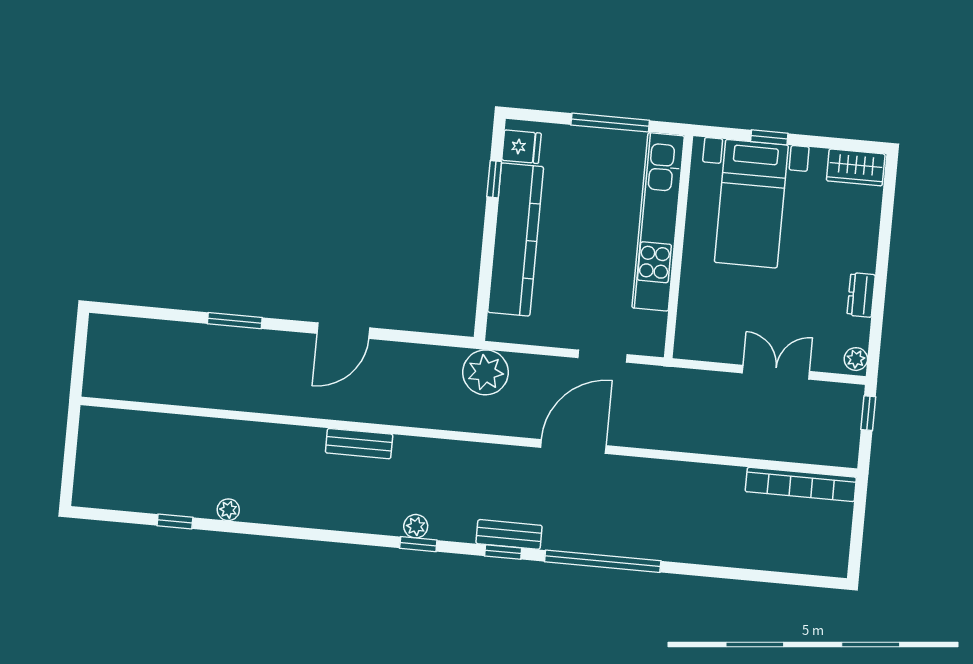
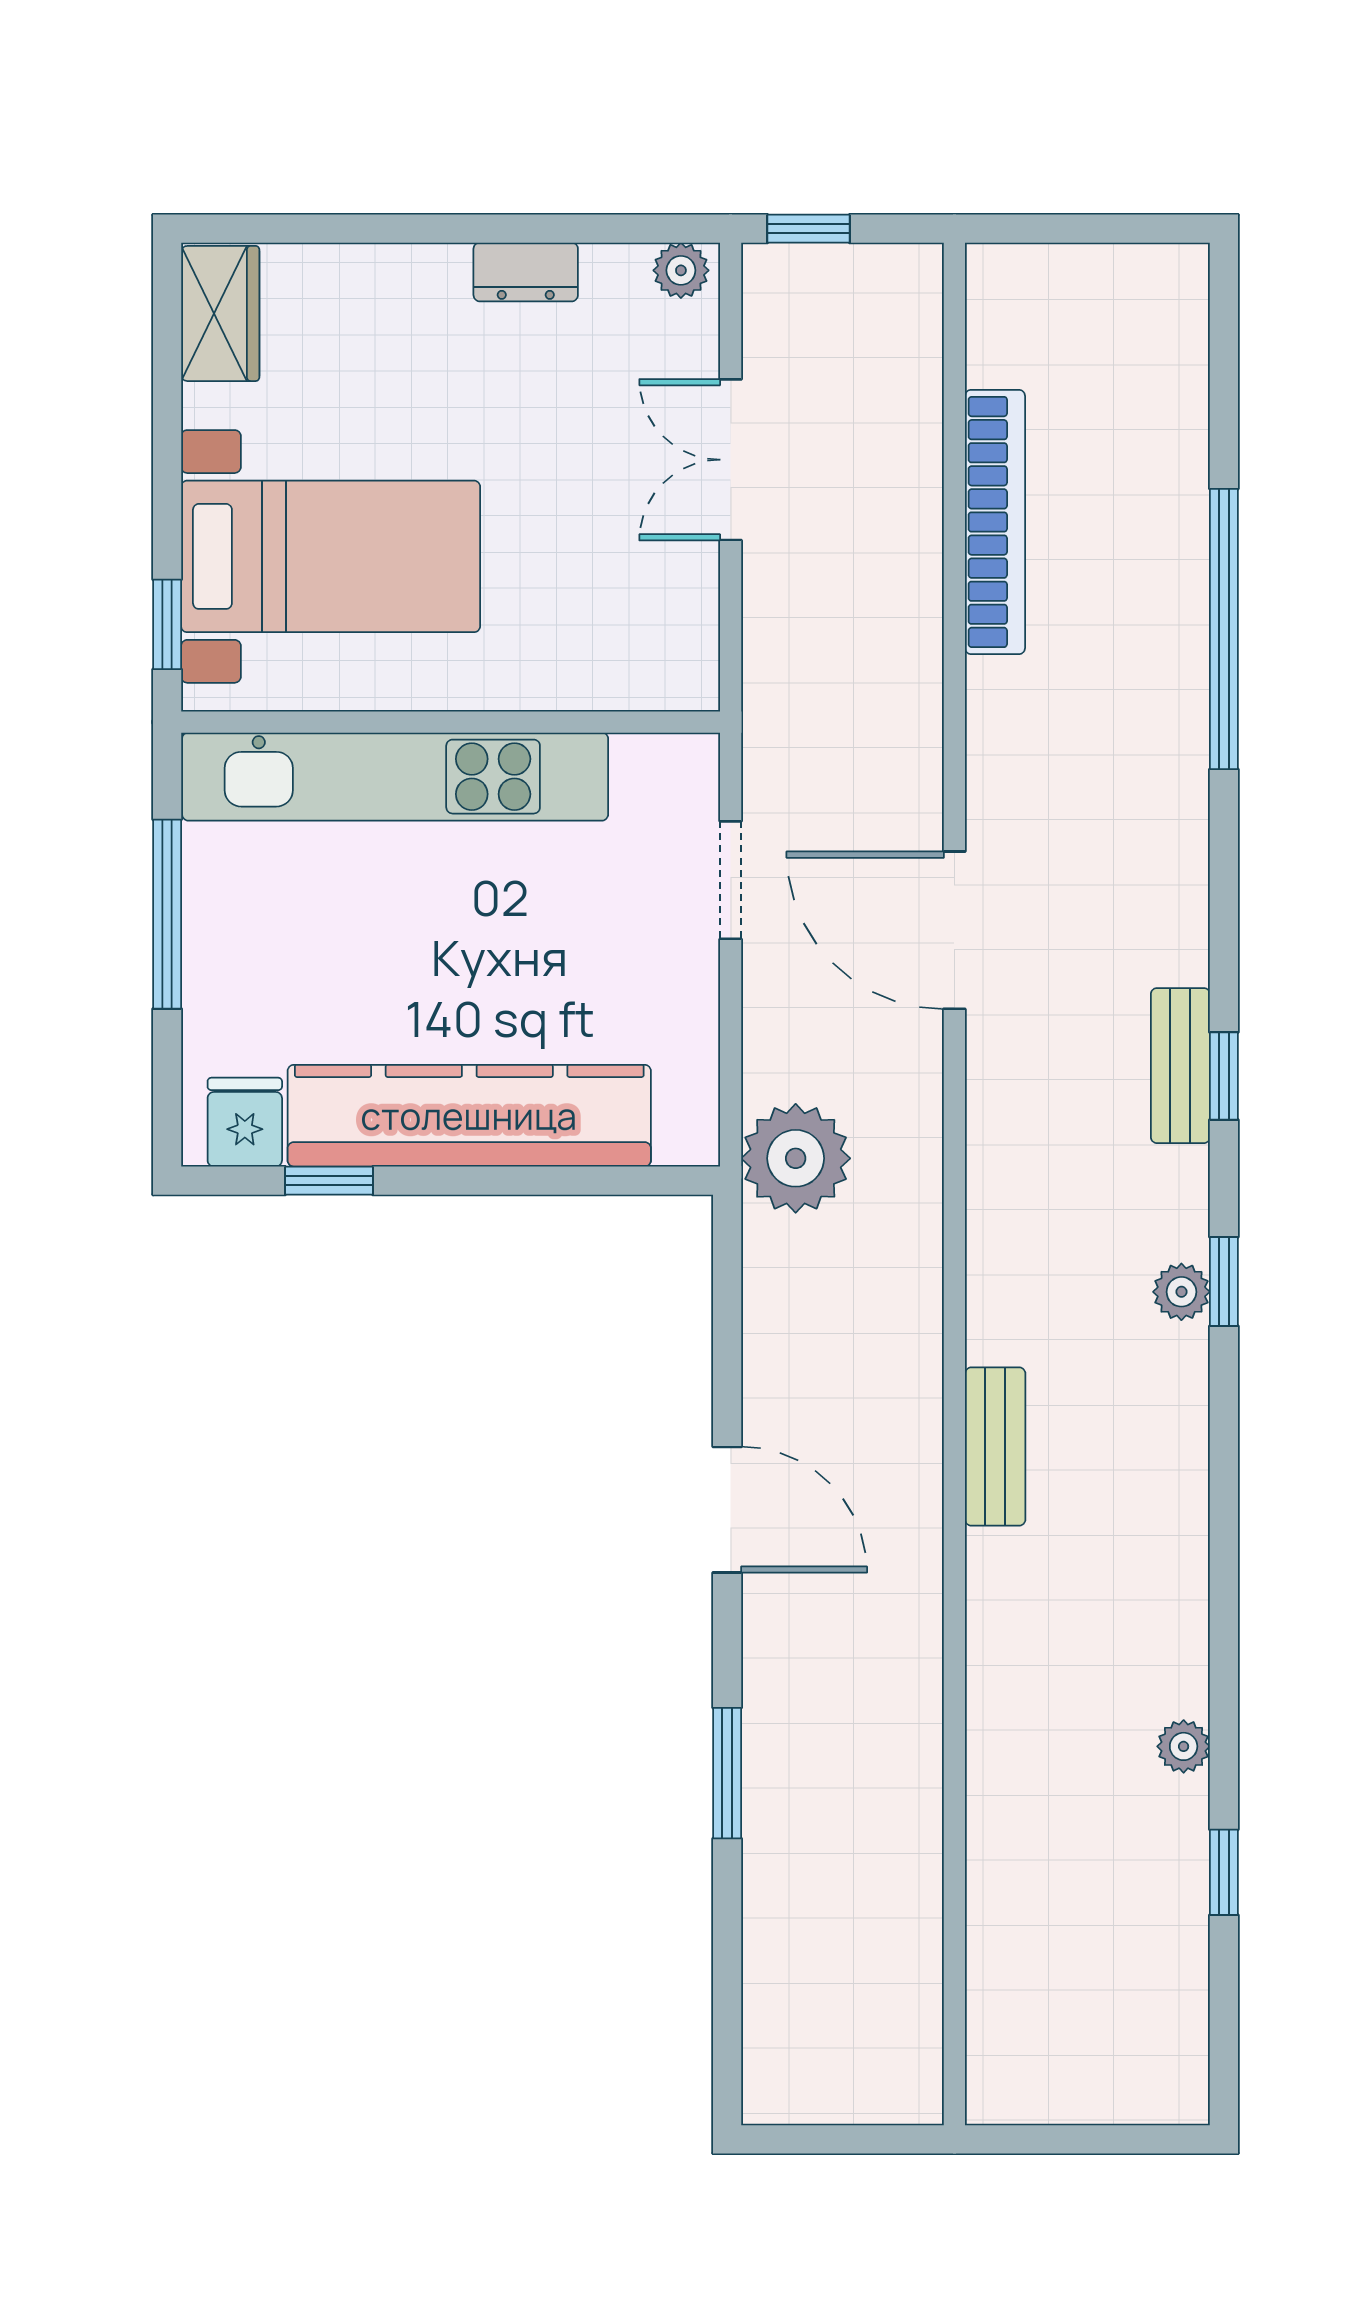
window: (769, 137) -> (167, 624), moved
bookcase: (801, 484) -> (995, 522), moved
window: (603, 561) -> (1224, 629), moved

